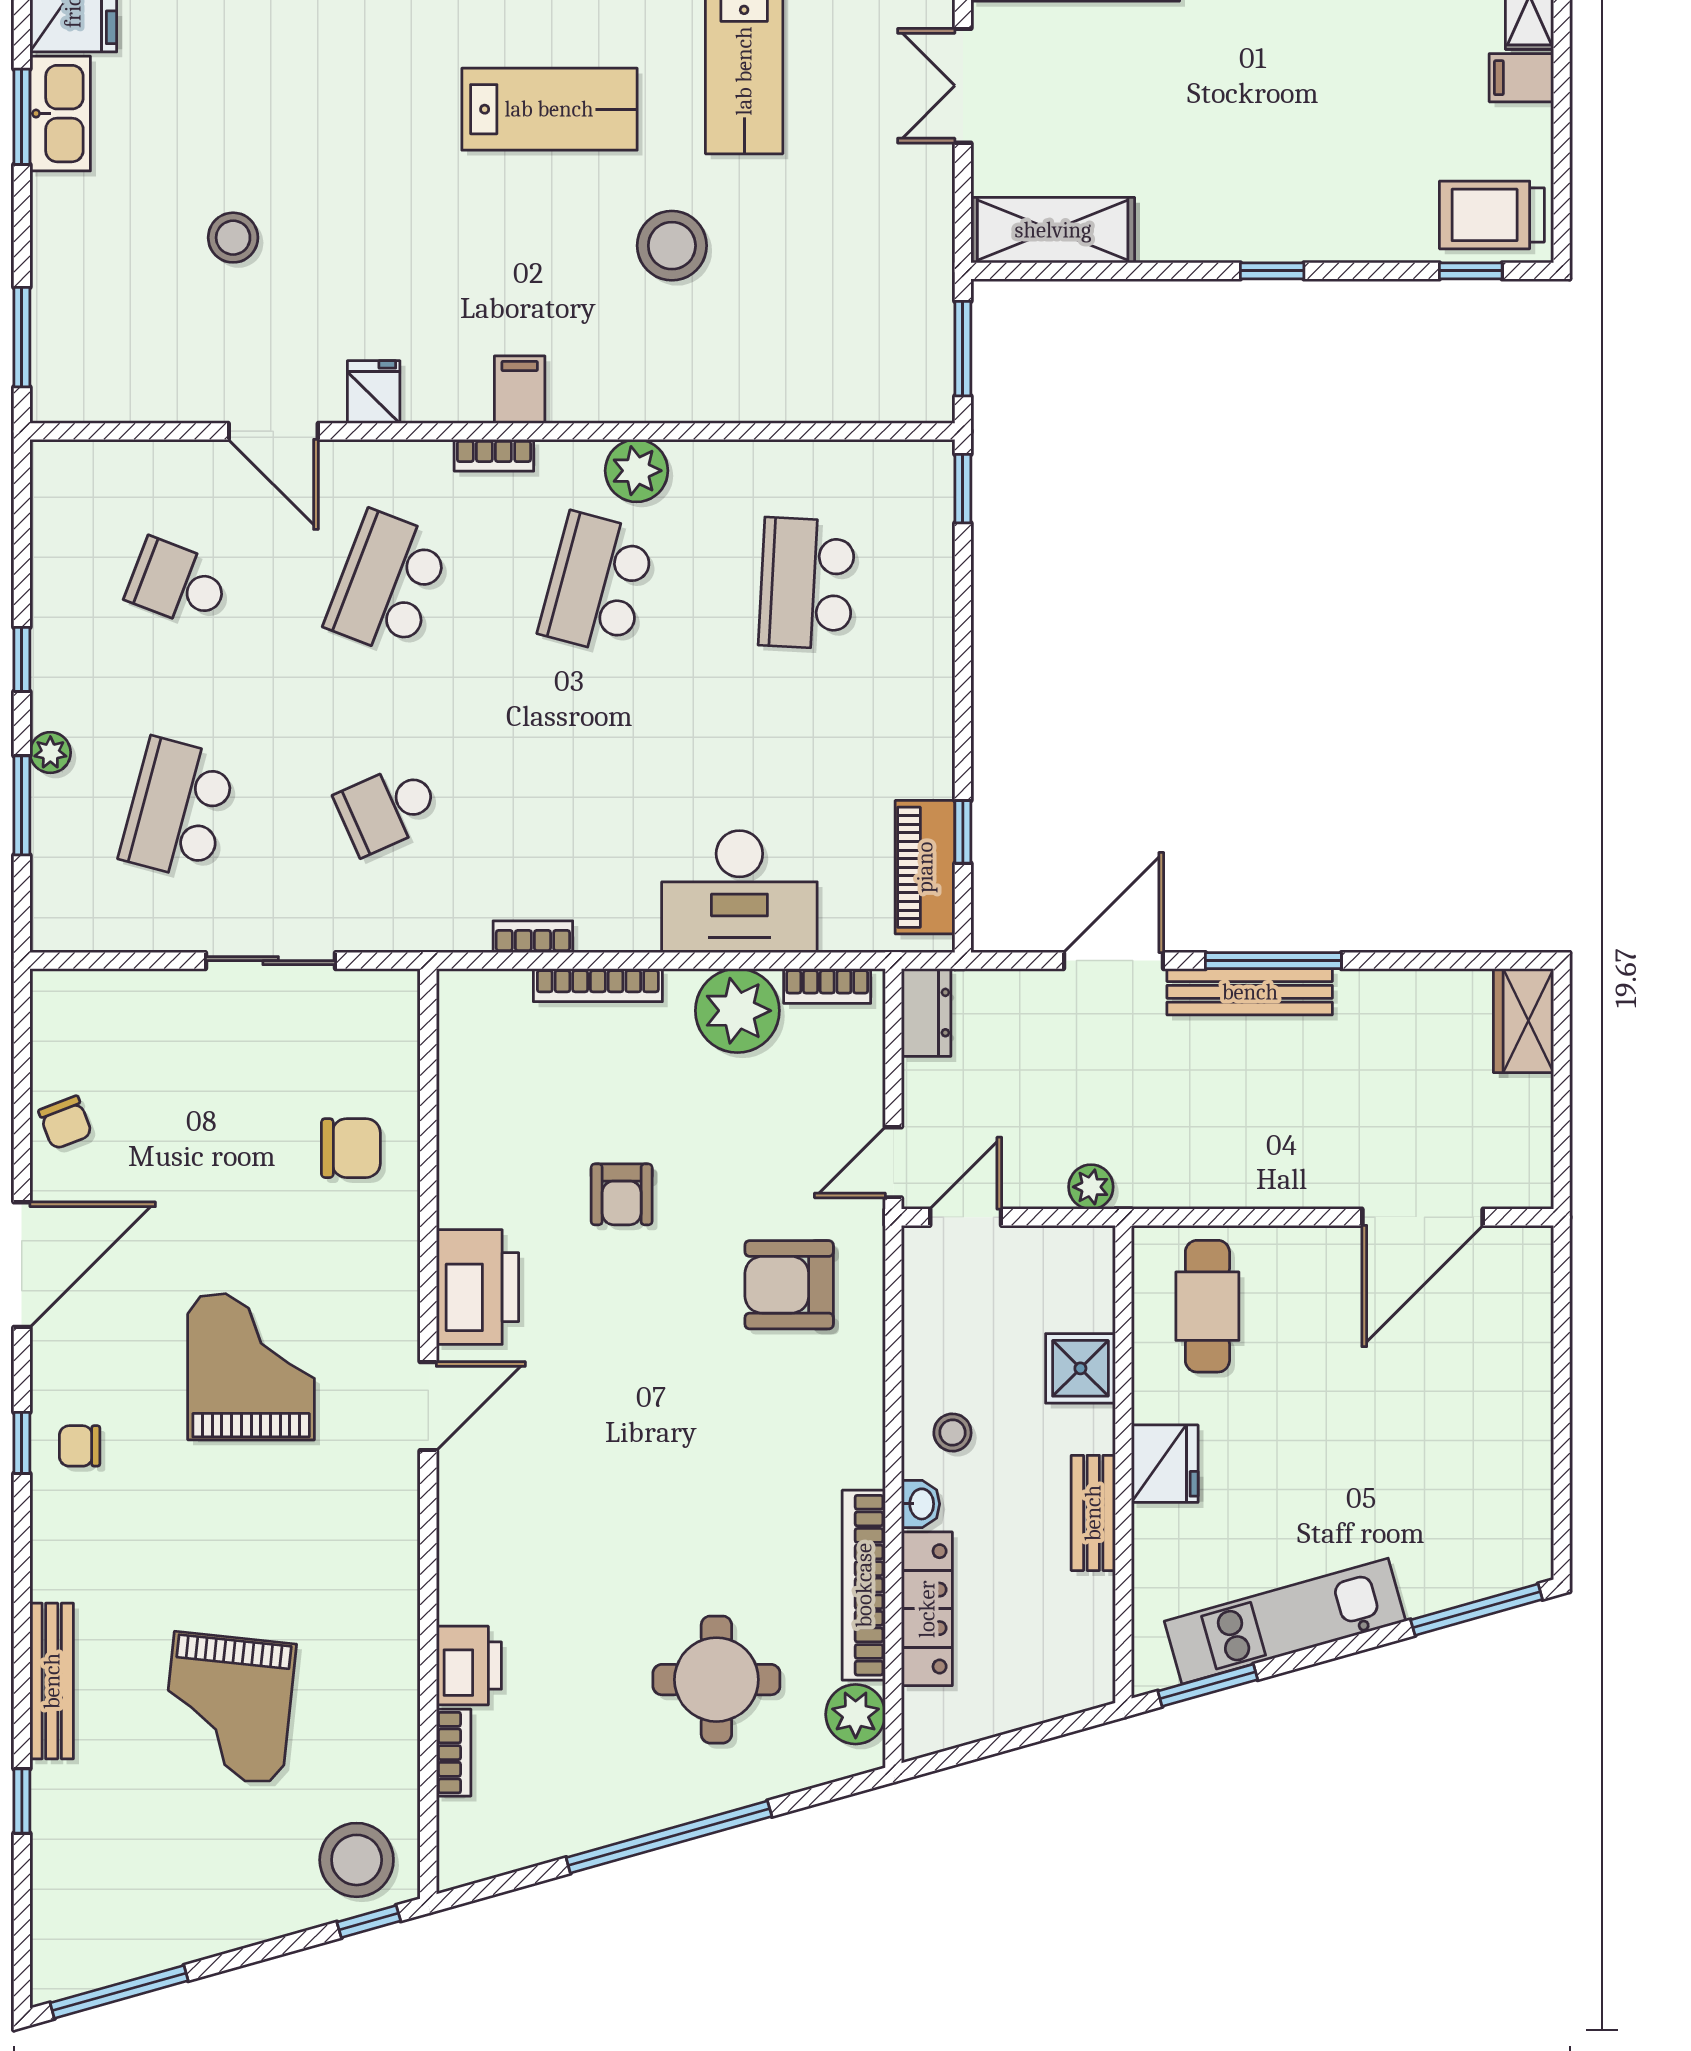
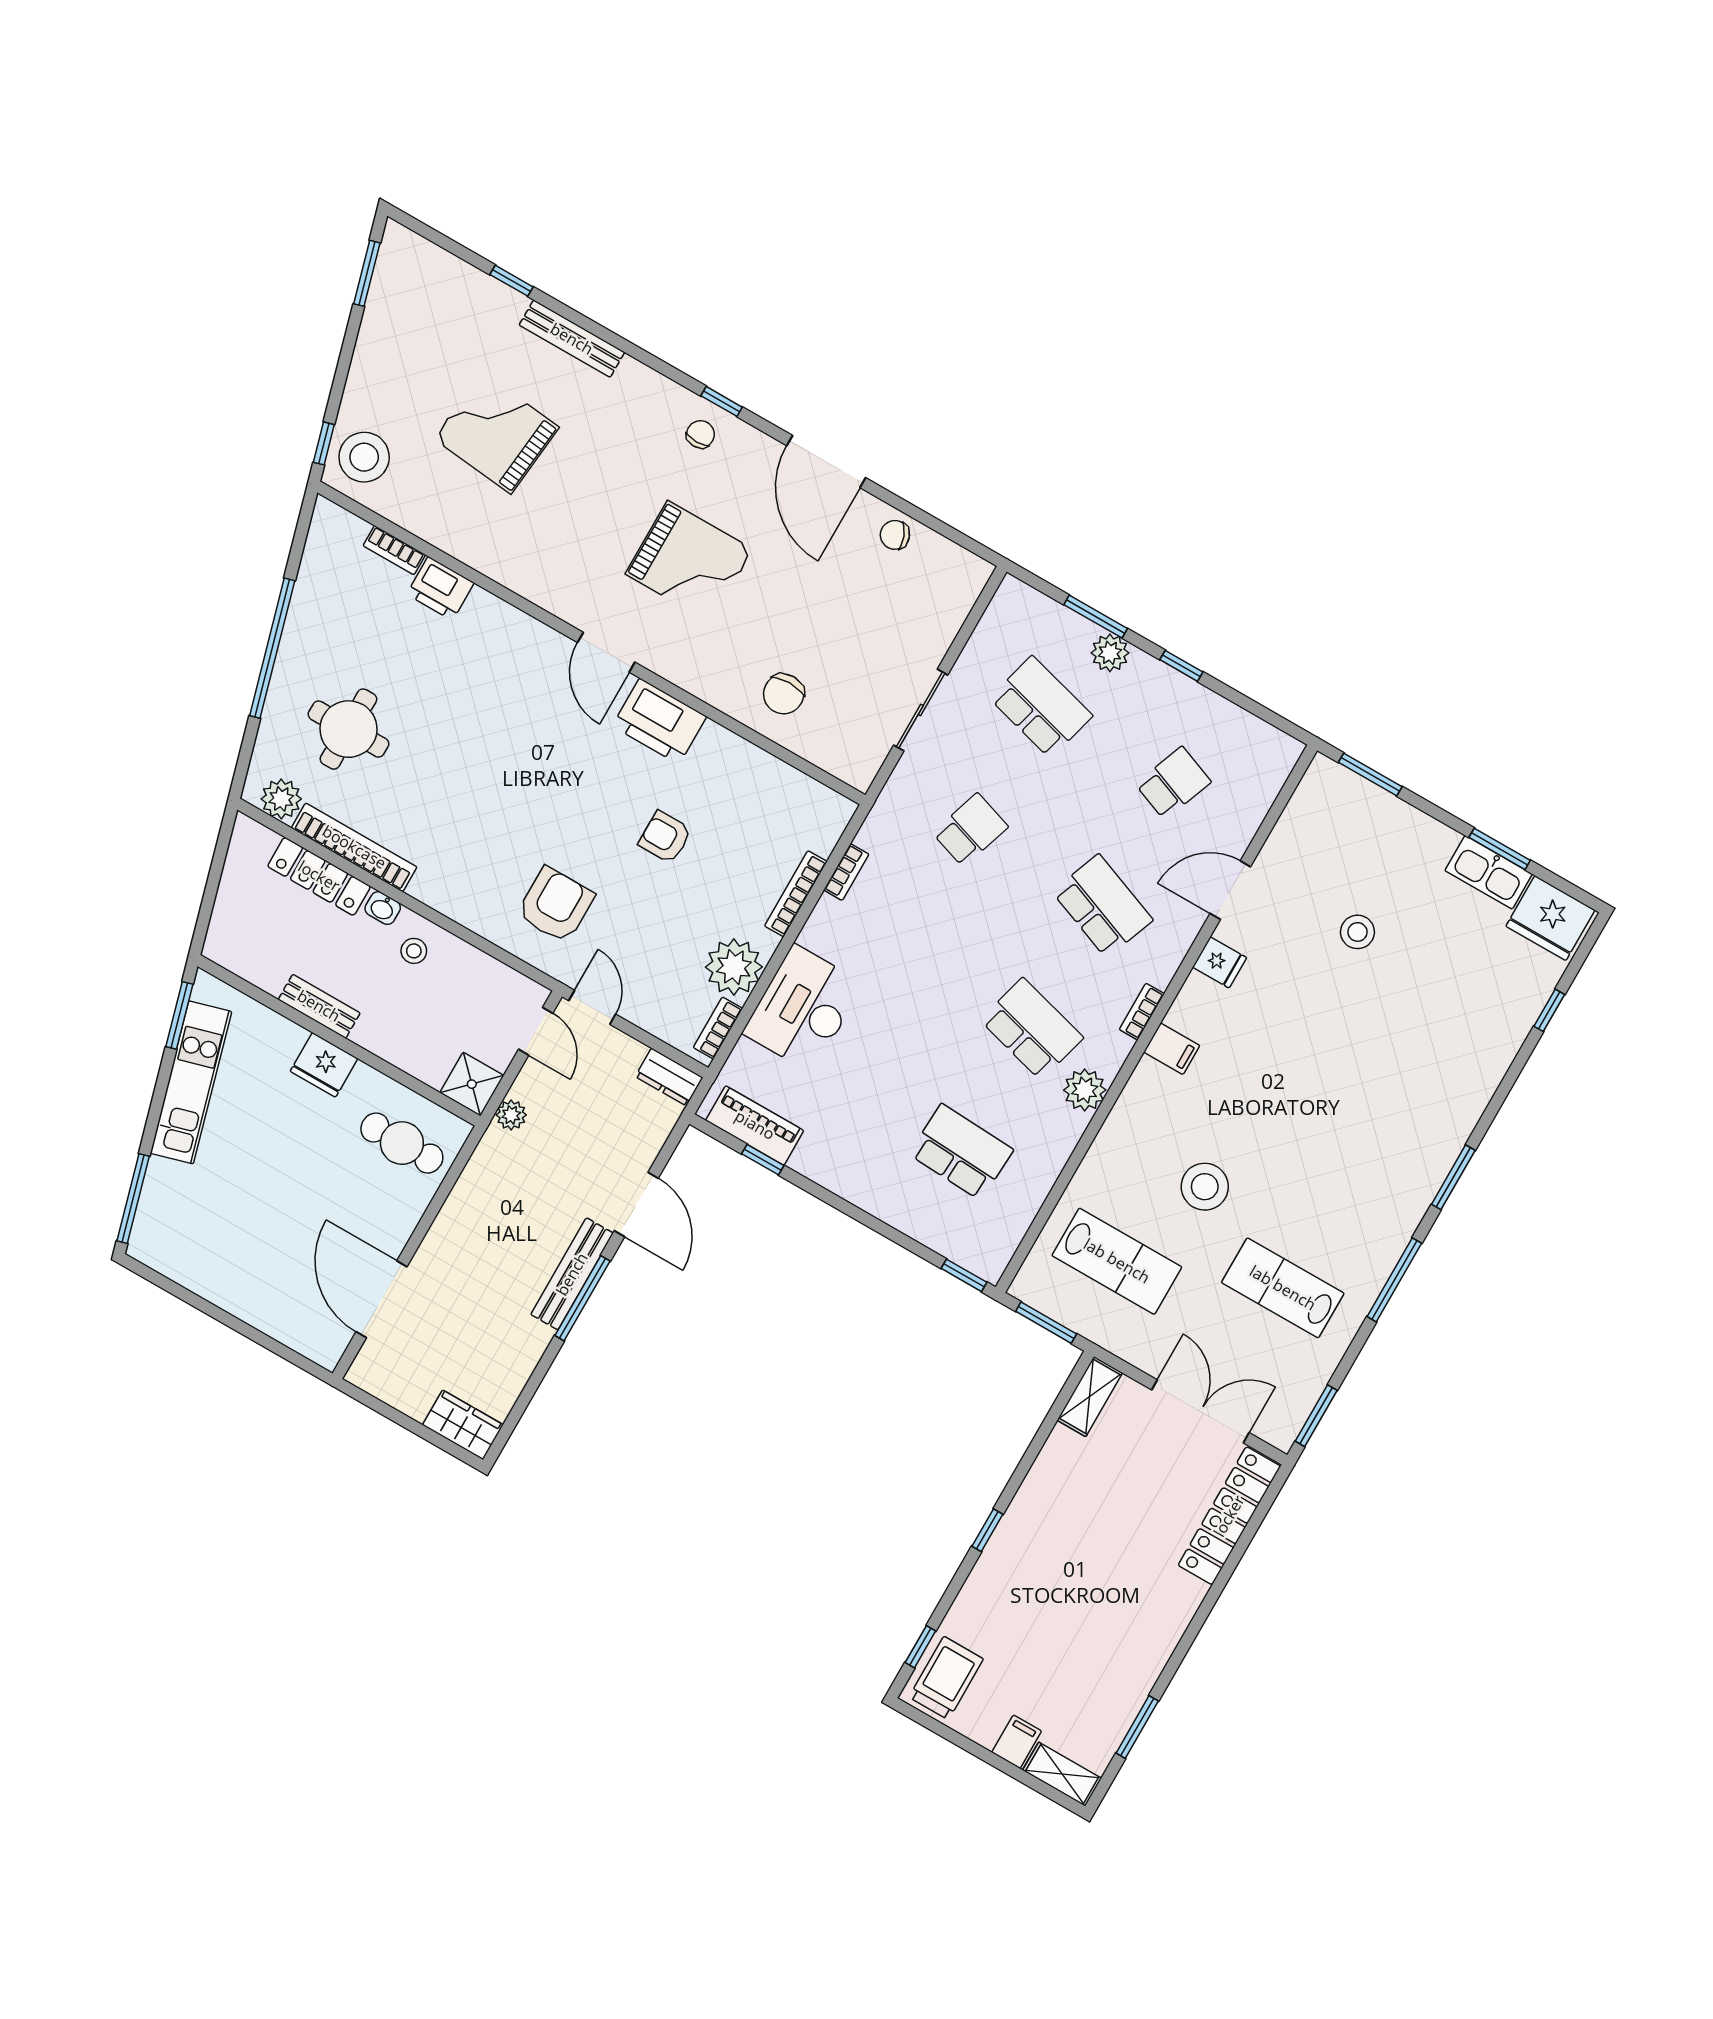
double door: (963, 86) -> (1200, 1411), width x1.37
lab bench: (549, 109) -> (1117, 1261), moved, turned -90
shelving: (1053, 230) -> (1090, 1396), width x0.67, depth x0.75
plant: (50, 753) -> (1110, 653), width x1.38, depth x1.38
school desk: (388, 809) -> (970, 830), turned 42
shower: (1080, 1368) -> (472, 1084), moved
window: (119, 1992) -> (367, 273), width x0.69

